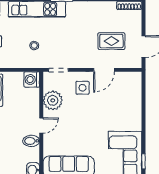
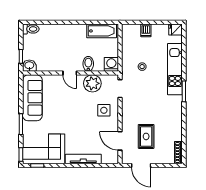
door: (104, 70) -> (120, 141), moved
tv unit: (136, 110) -> (83, 159), added
bidet: (31, 141) -> (88, 64), moved

